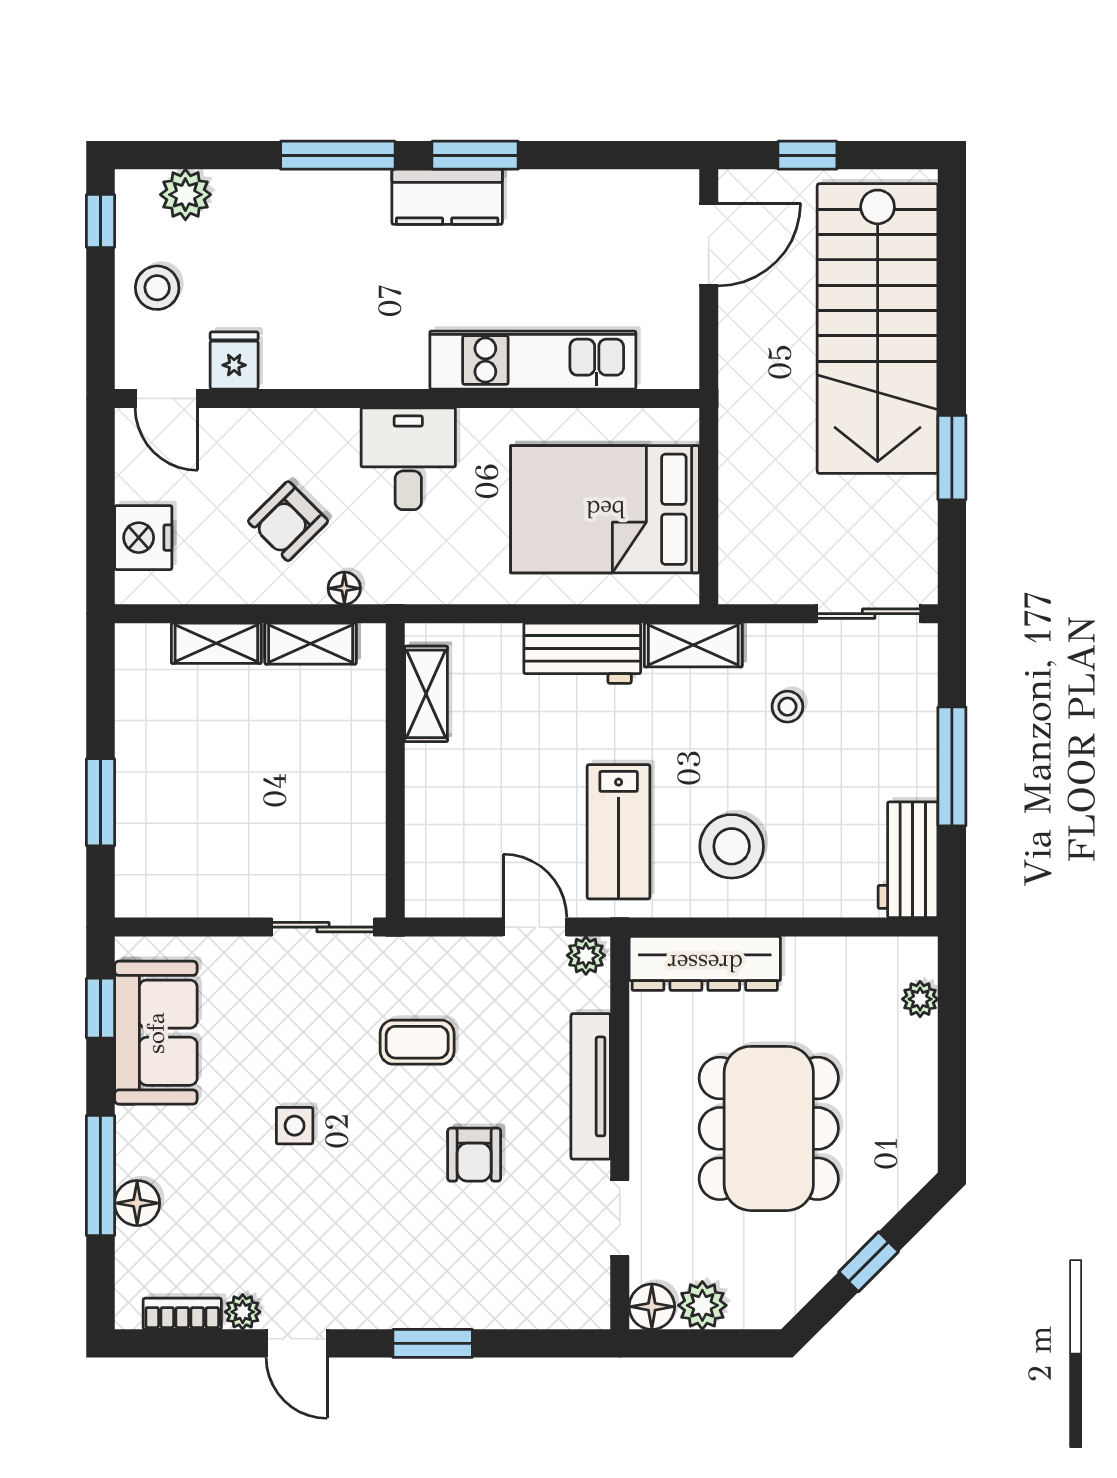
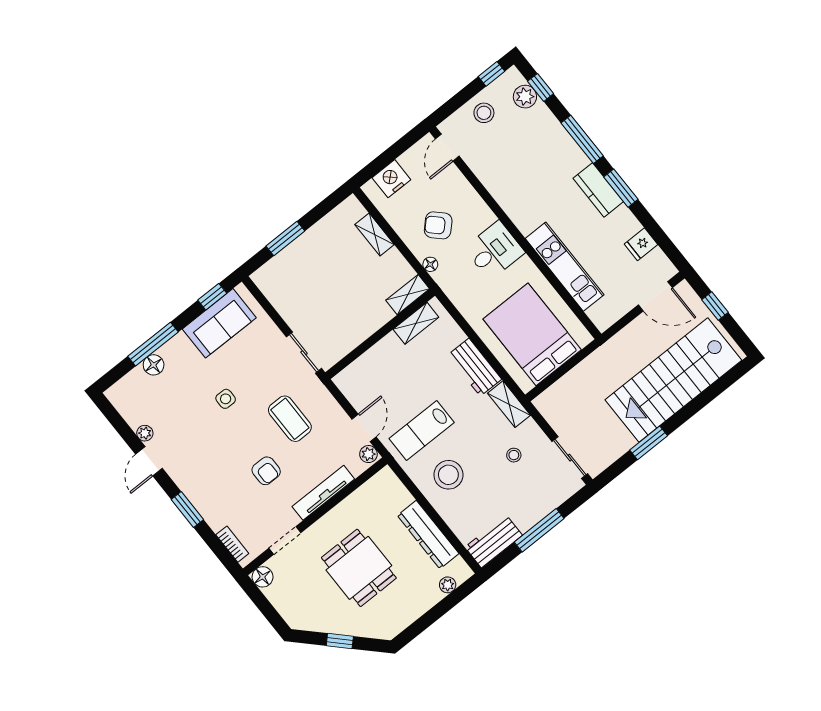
window: (191, 155) -> (541, 87), added
fridge: (234, 360) -> (641, 244), moved, turned 180
shelving: (311, 644) -> (408, 295), moved, turned 90
dresser: (705, 963) -> (428, 535), moved
coffee table: (417, 1042) -> (290, 419), width x1.36, depth x1.30
dining table: (769, 1128) -> (359, 568), width x0.73
armchair: (474, 1155) -> (266, 471), turned -90
plant: (702, 1305) -> (277, 594), removed
bookcase: (182, 1314) -> (232, 544), moved

